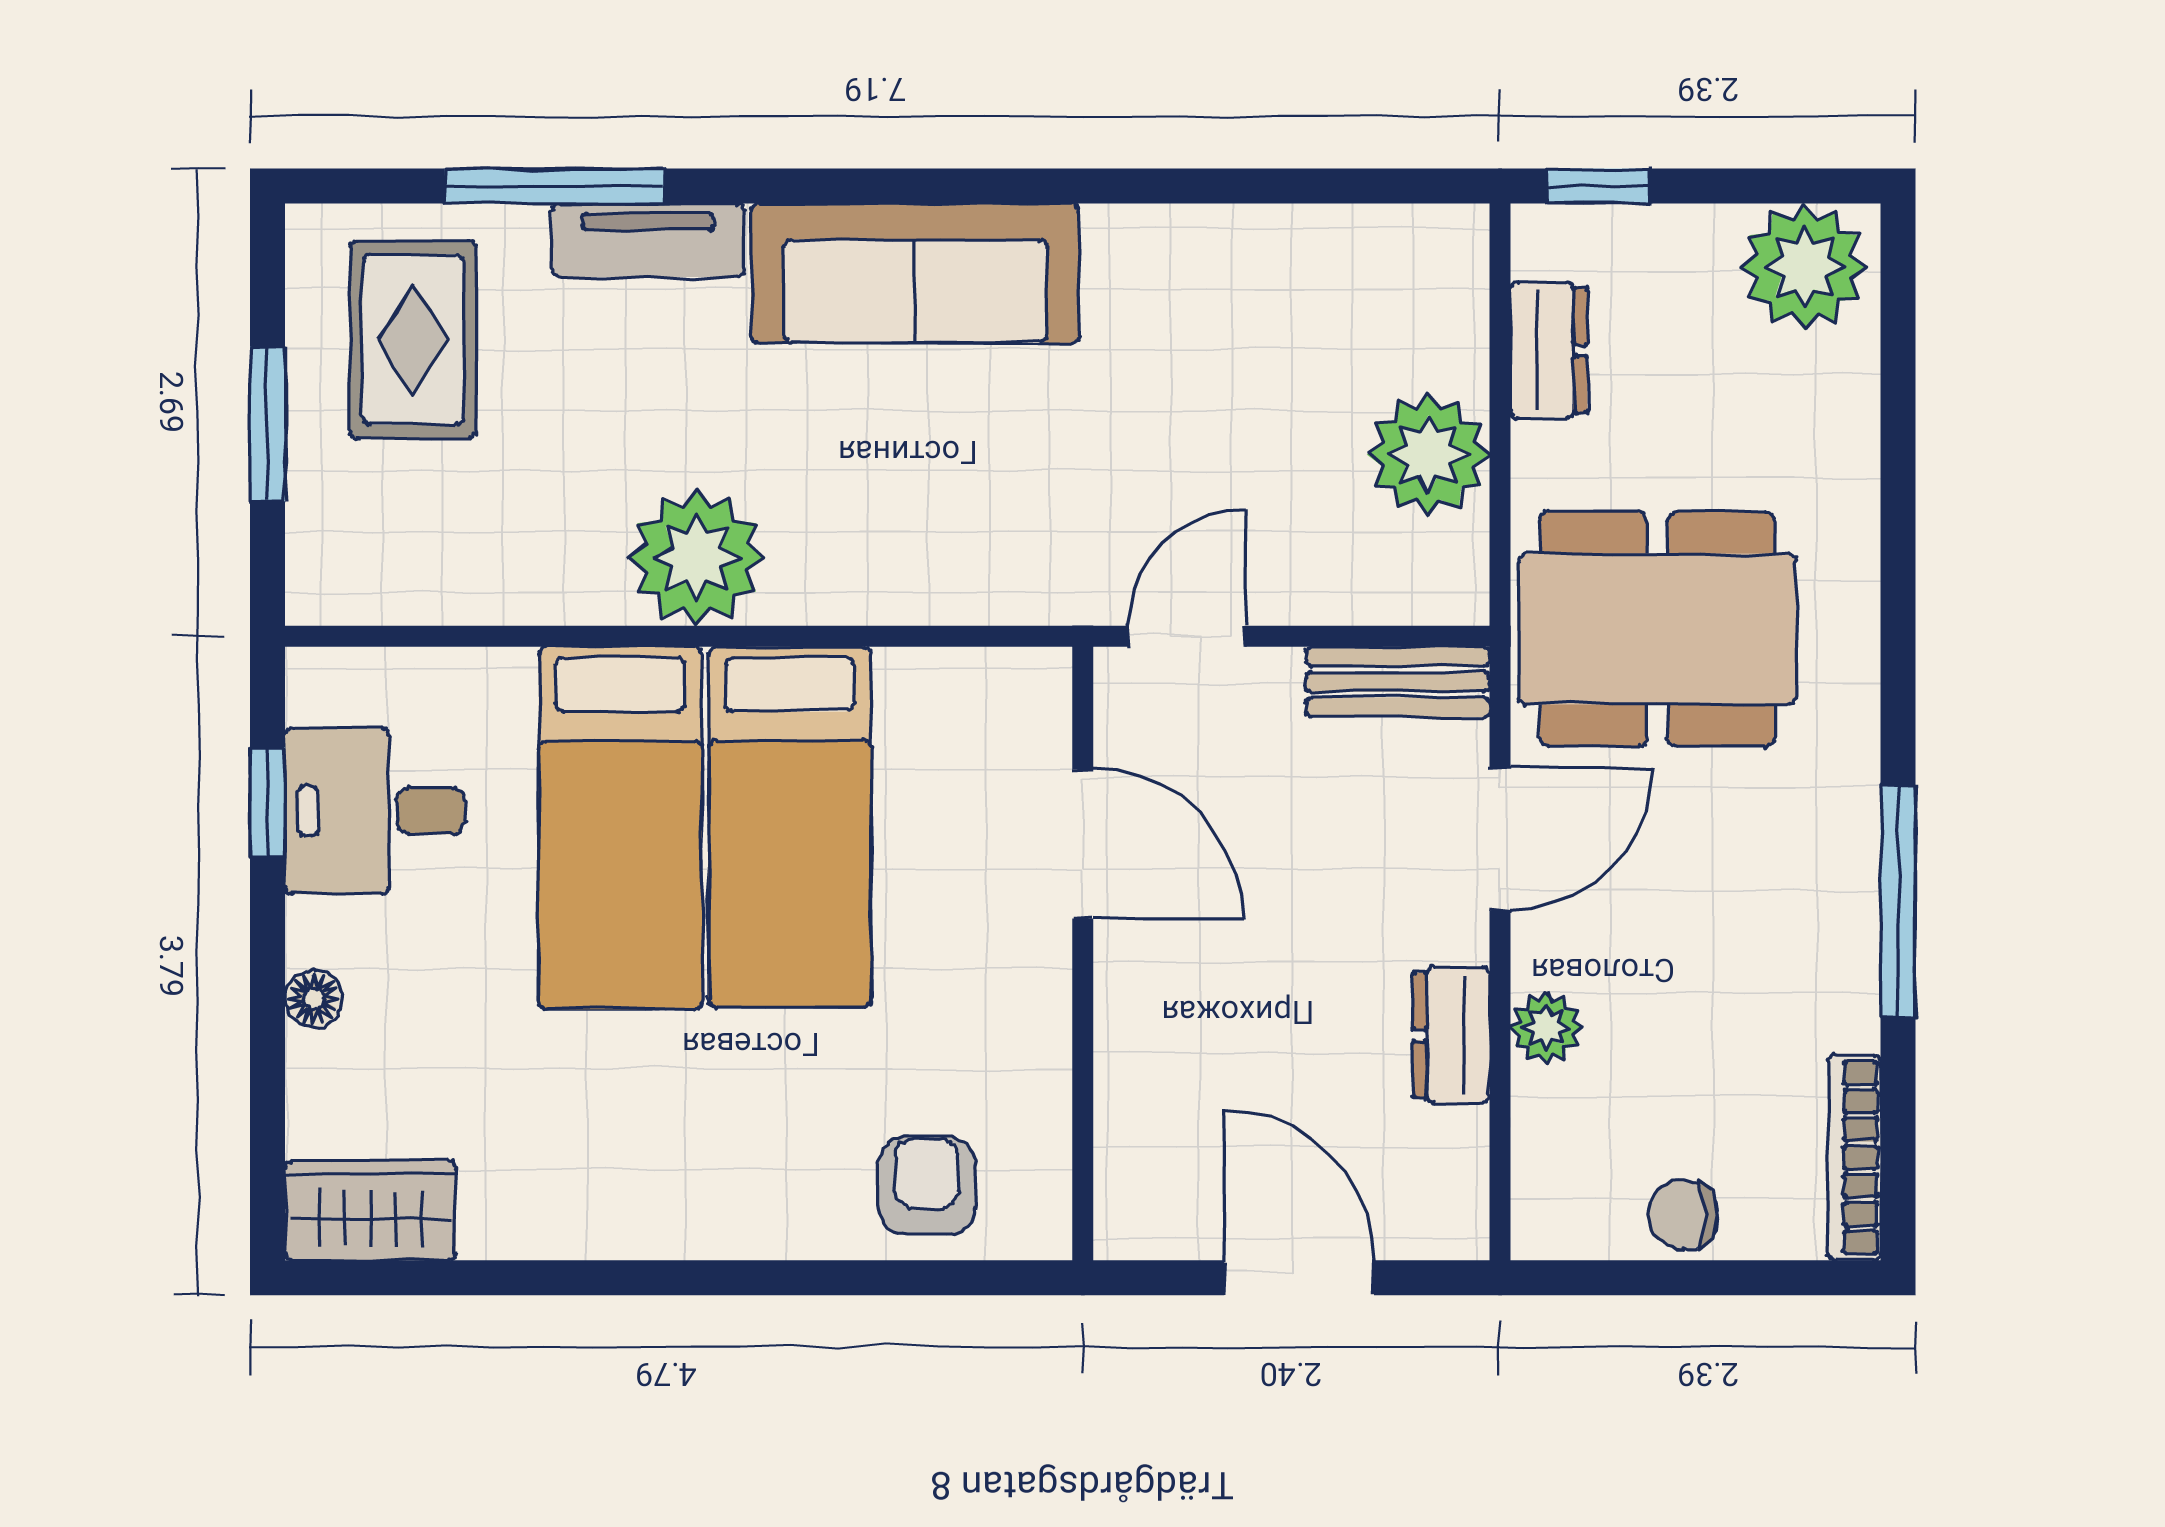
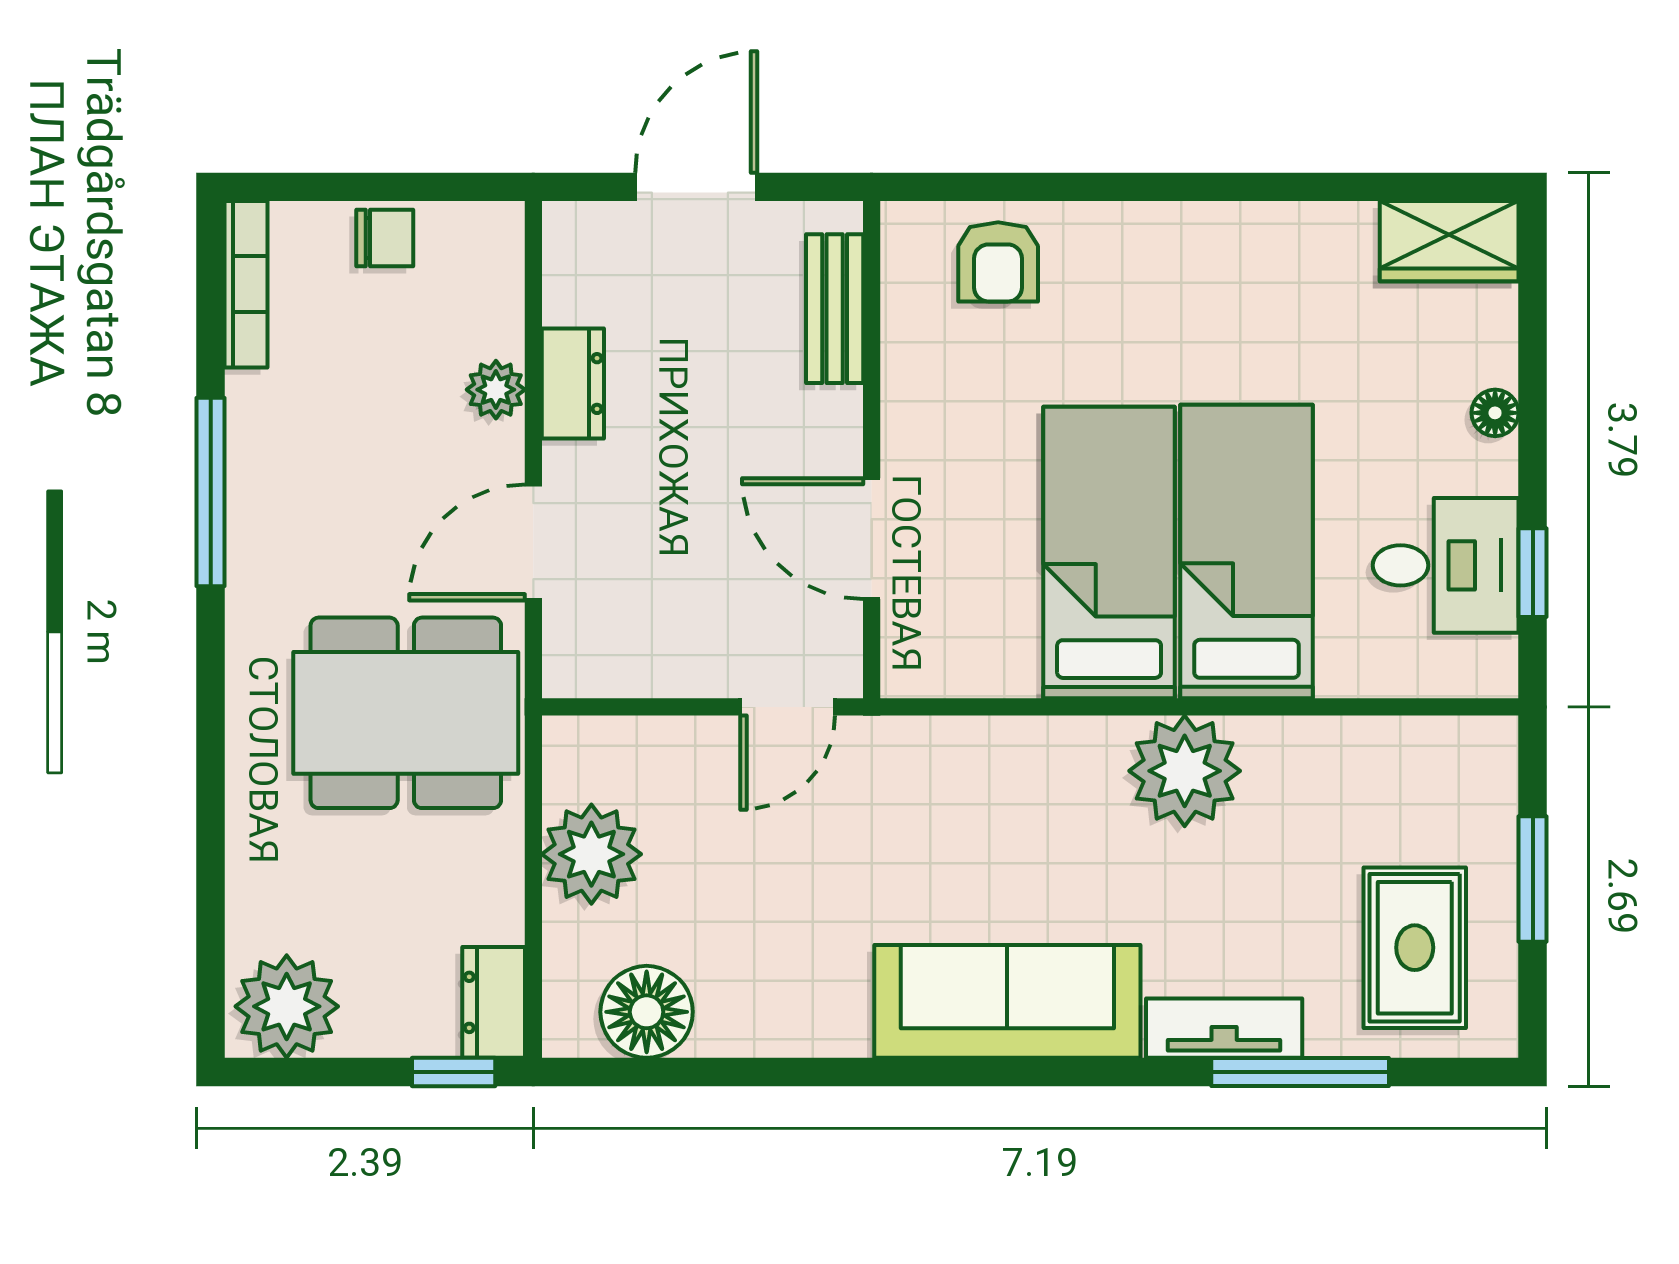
floor lamp: (1360, 260) -> (647, 1012), added
dresser: (1549, 350) -> (494, 1002), moved
bench: (1398, 682) -> (835, 309), moved, turned 90
door: (1299, 1278) -> (696, 187), swing flipped

